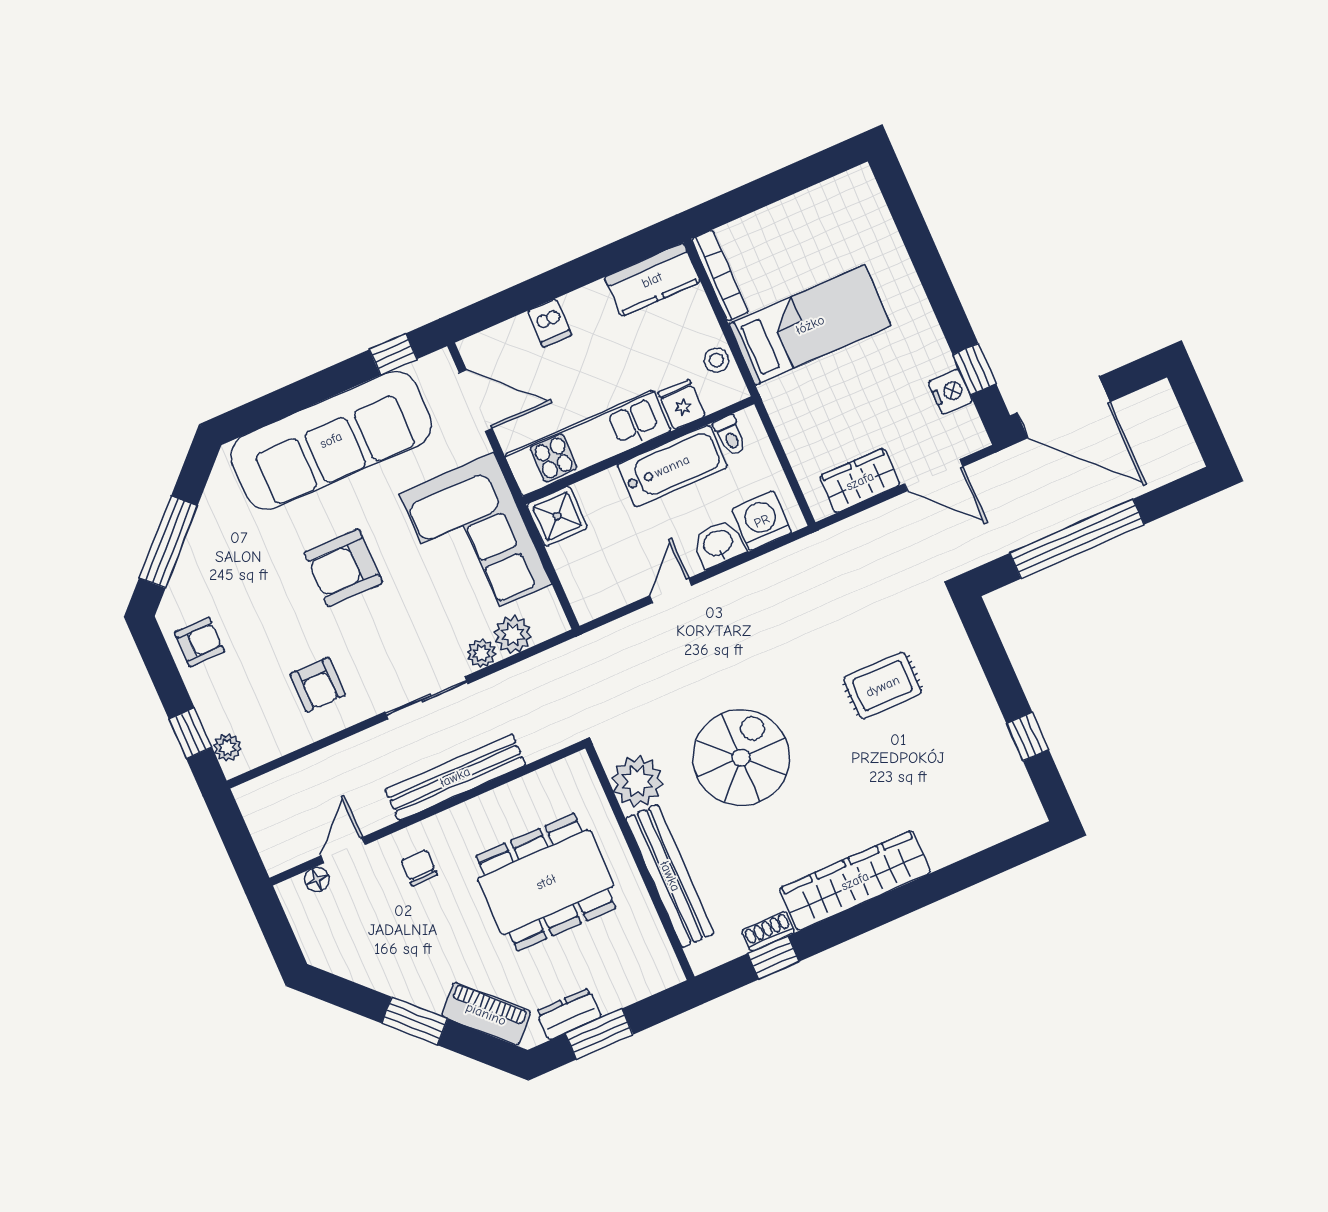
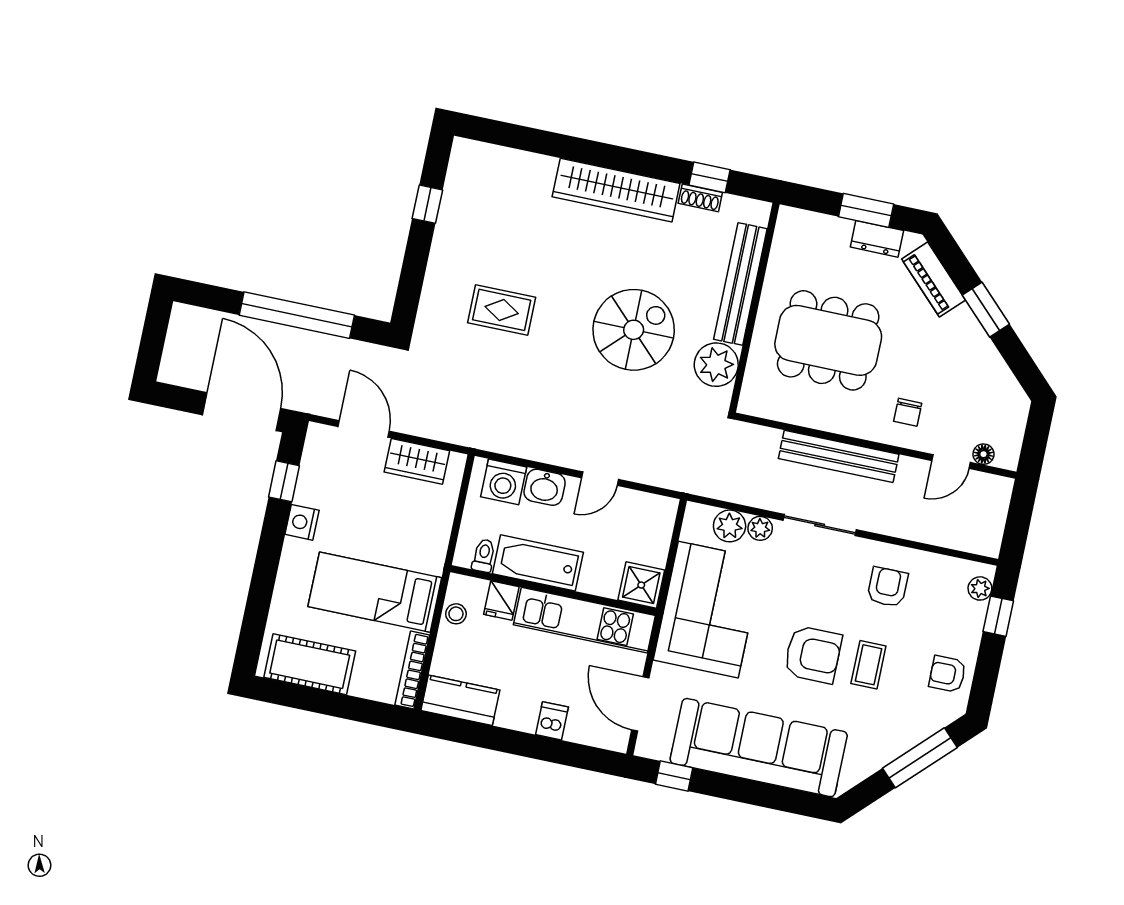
cot: (823, 210) -> (310, 664), added
nightstand: (950, 392) -> (302, 522), moved
coffee table: (282, 596) -> (868, 665), added
spiral stairs: (741, 758) -> (634, 330), turned 180

